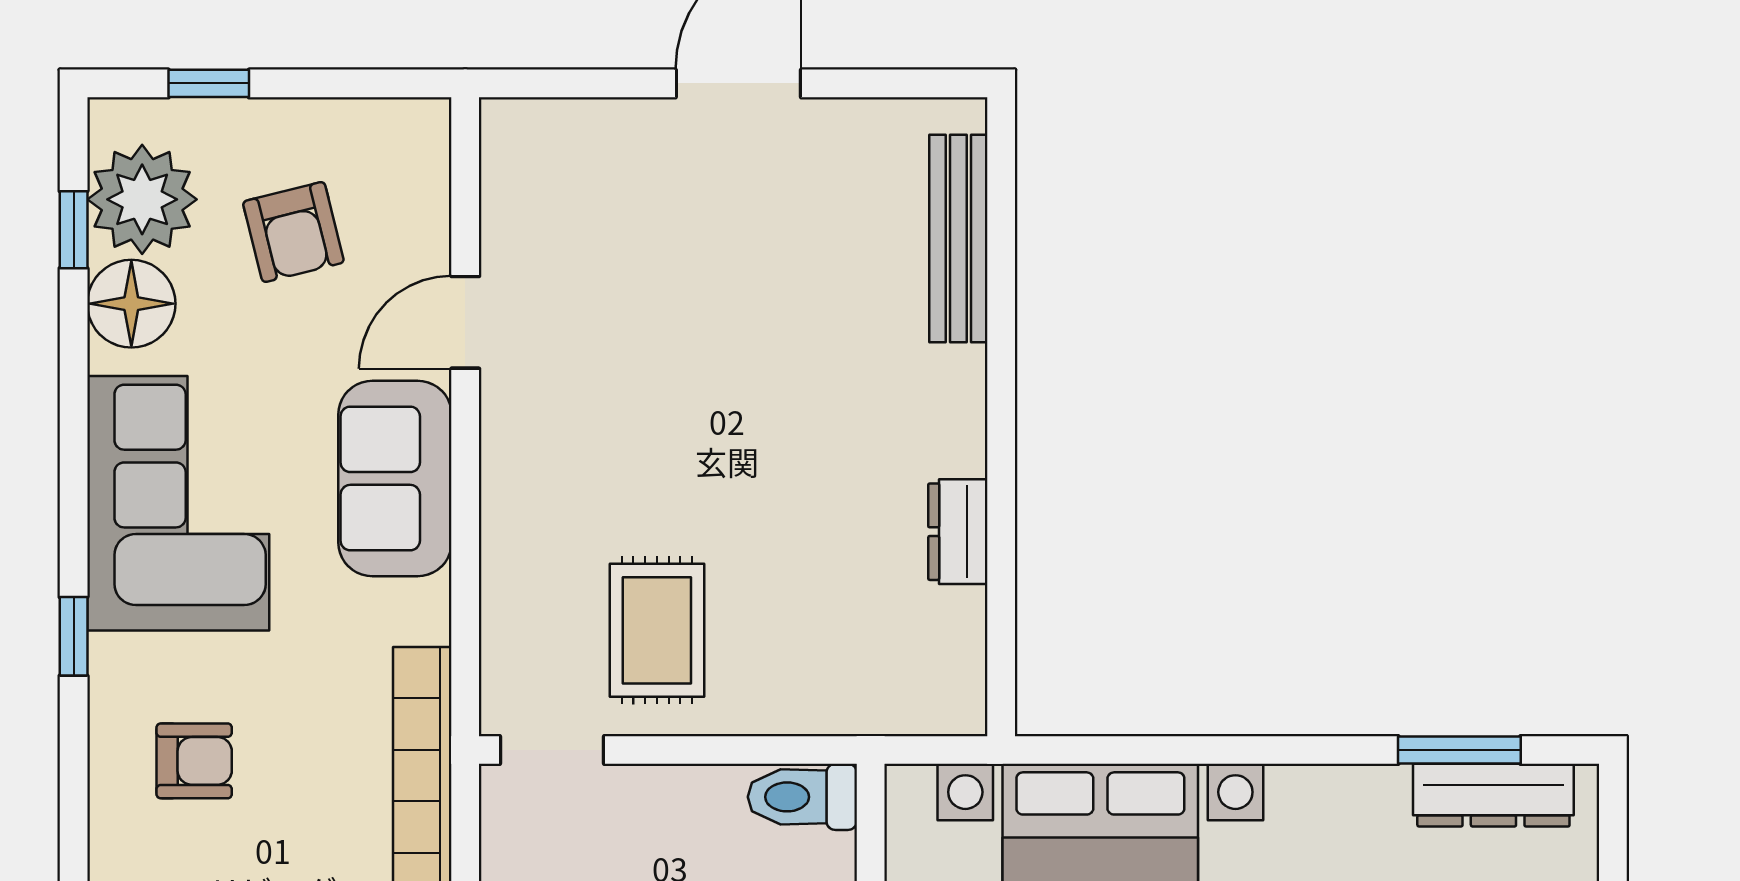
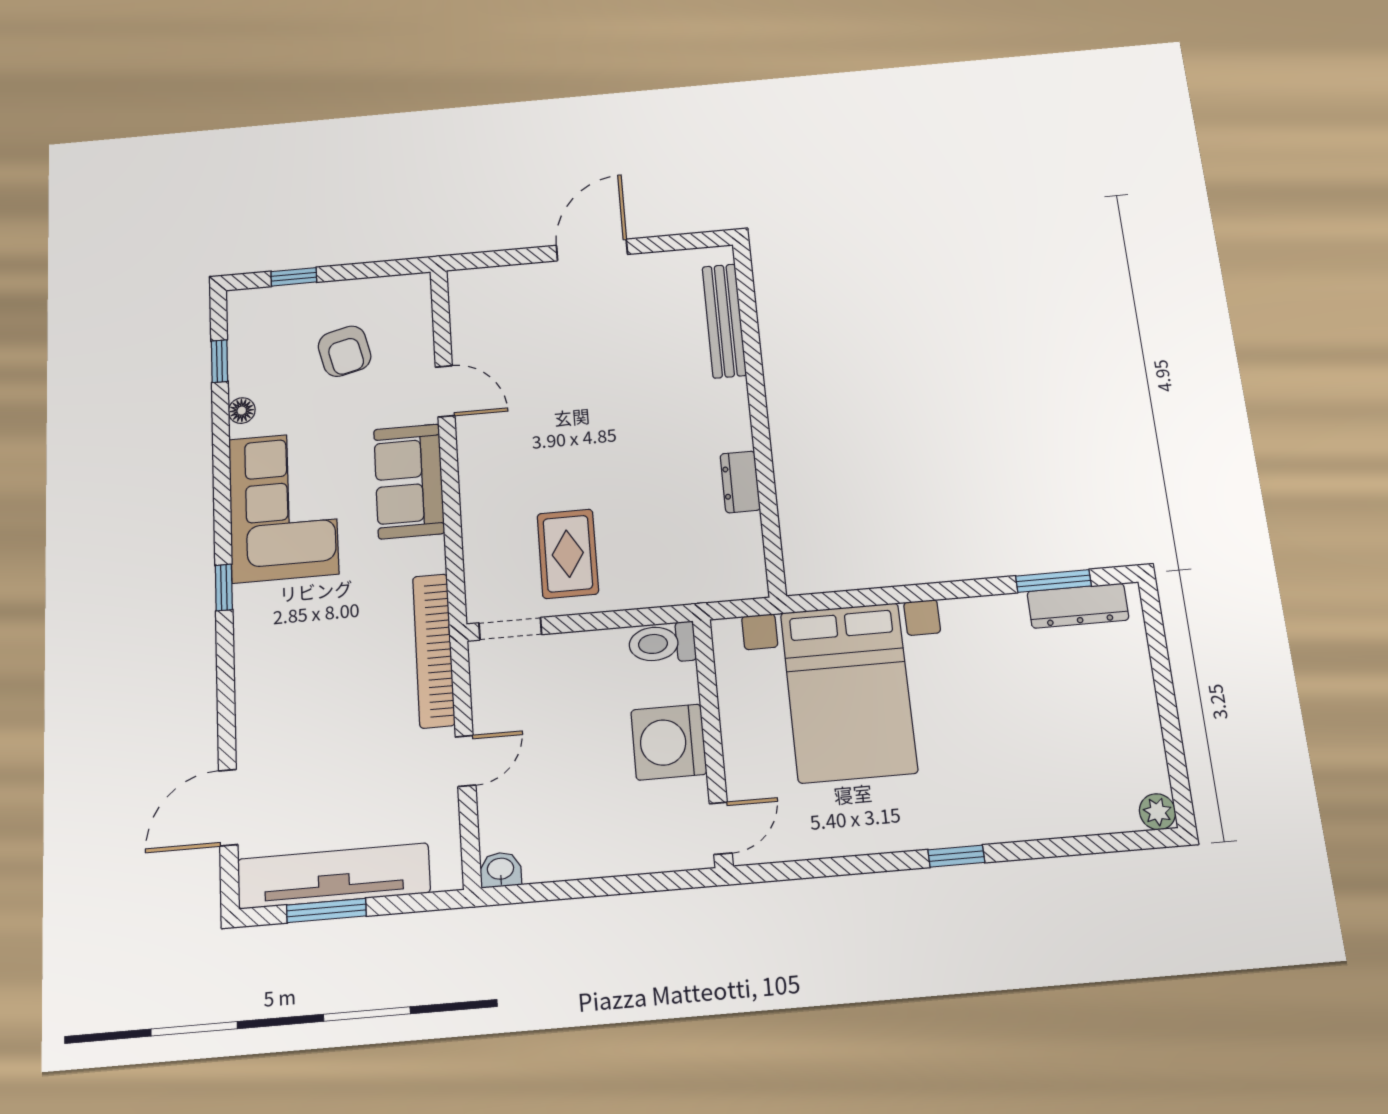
plant: (142, 199) -> (258, 341), removed
floor lamp: (131, 304) -> (242, 411), width x0.53, depth x0.53
door: (465, 322) -> (445, 391), swing flipped
armchair: (194, 761) -> (297, 654), removed

